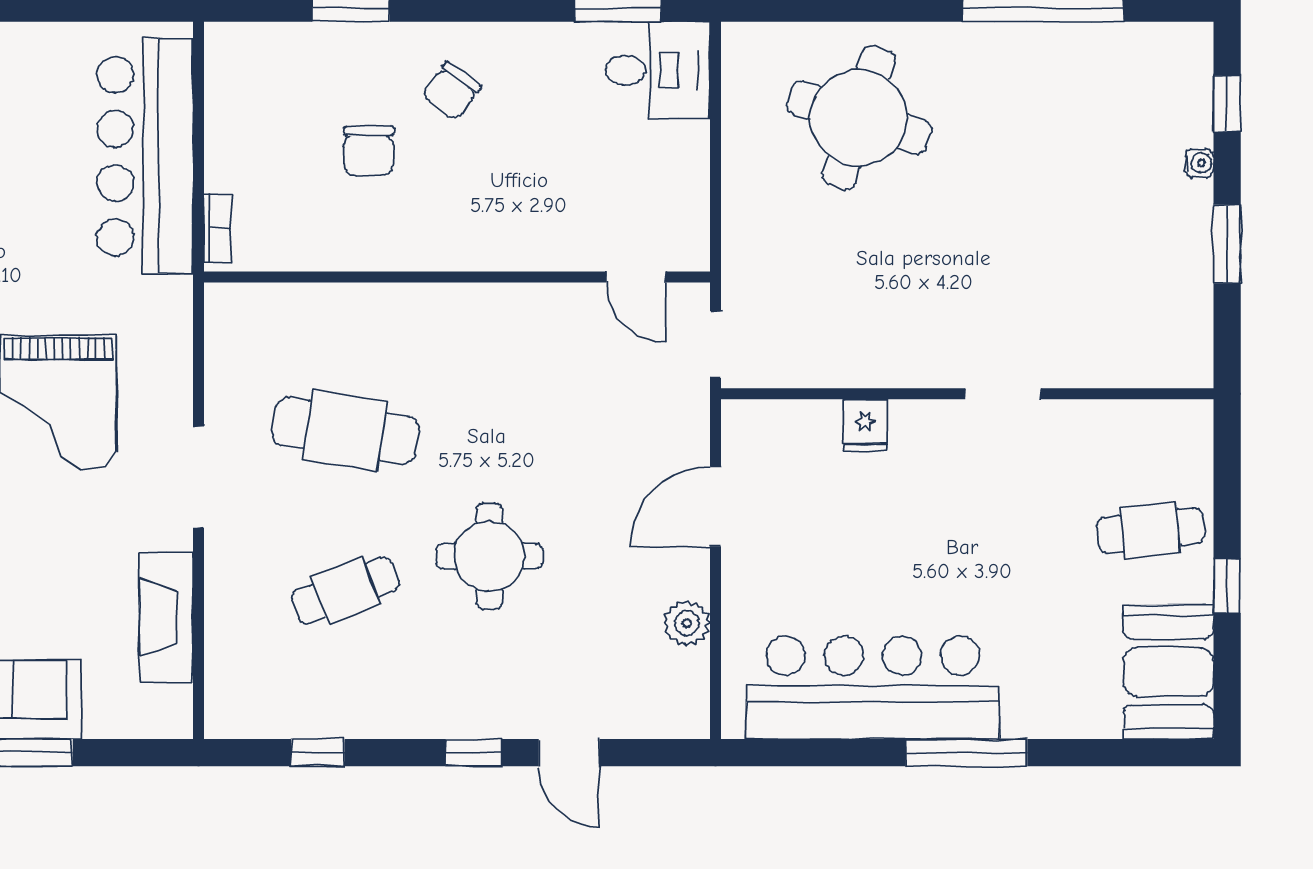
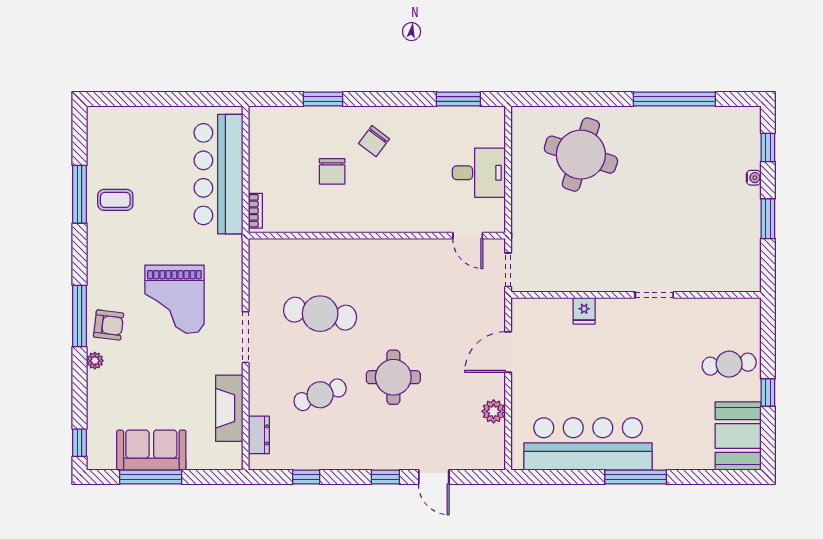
desk: (658, 70) -> (479, 173), moved
dresser: (225, 670) -> (259, 435), added

